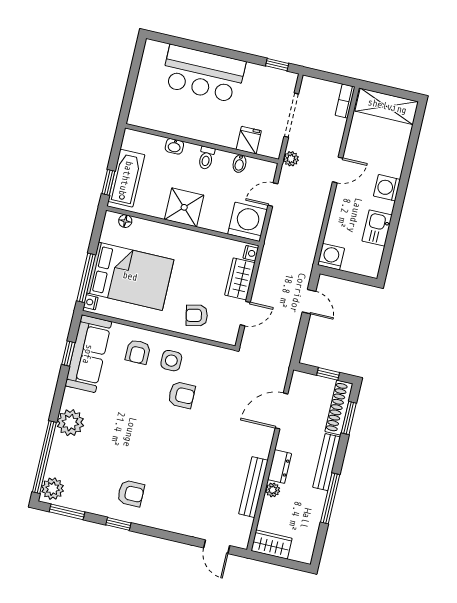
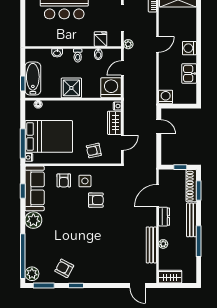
plant: (70, 423) -> (33, 220), moved
dresser: (280, 467) -> (164, 217), moved
armchair: (131, 493) -> (64, 268), moved, turned -152

